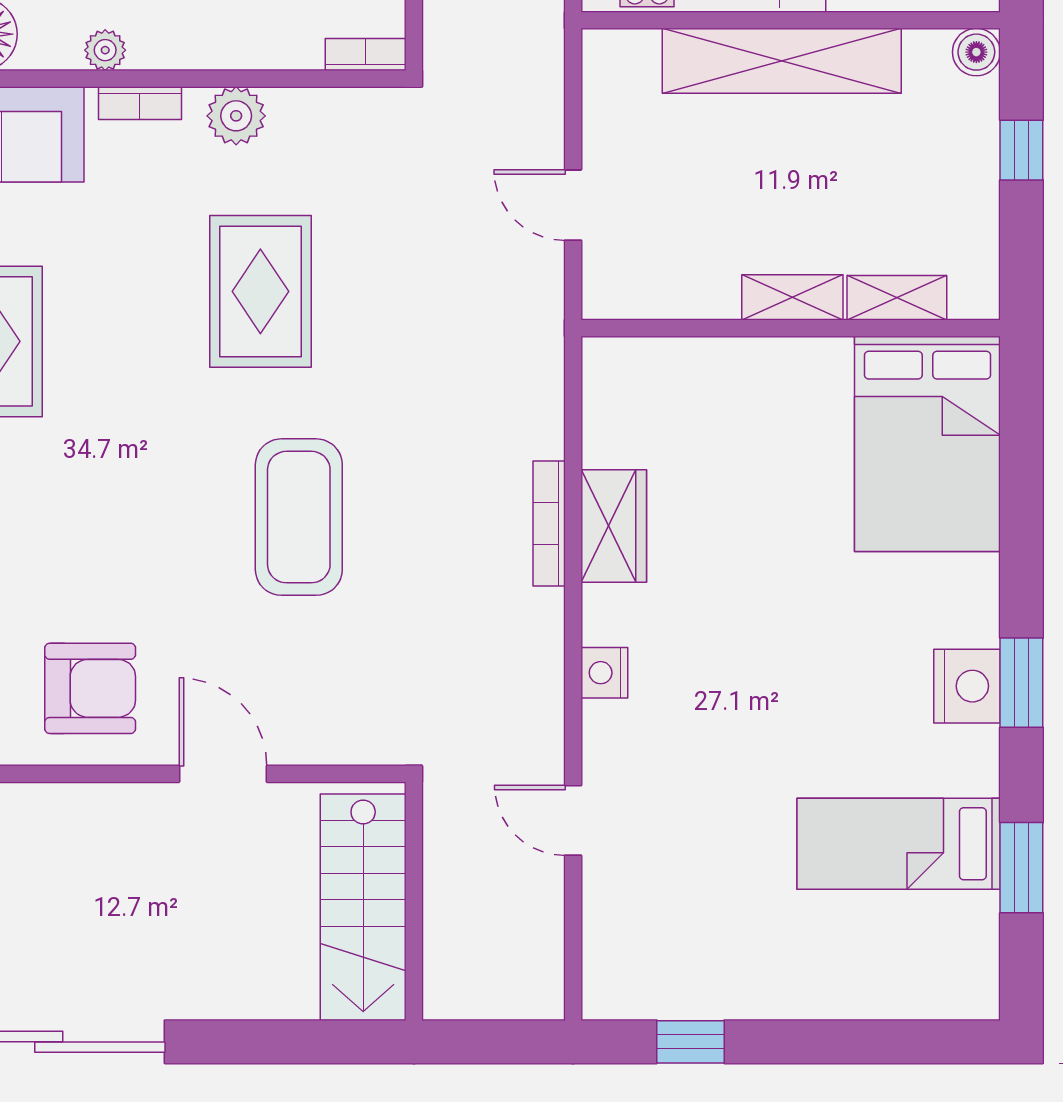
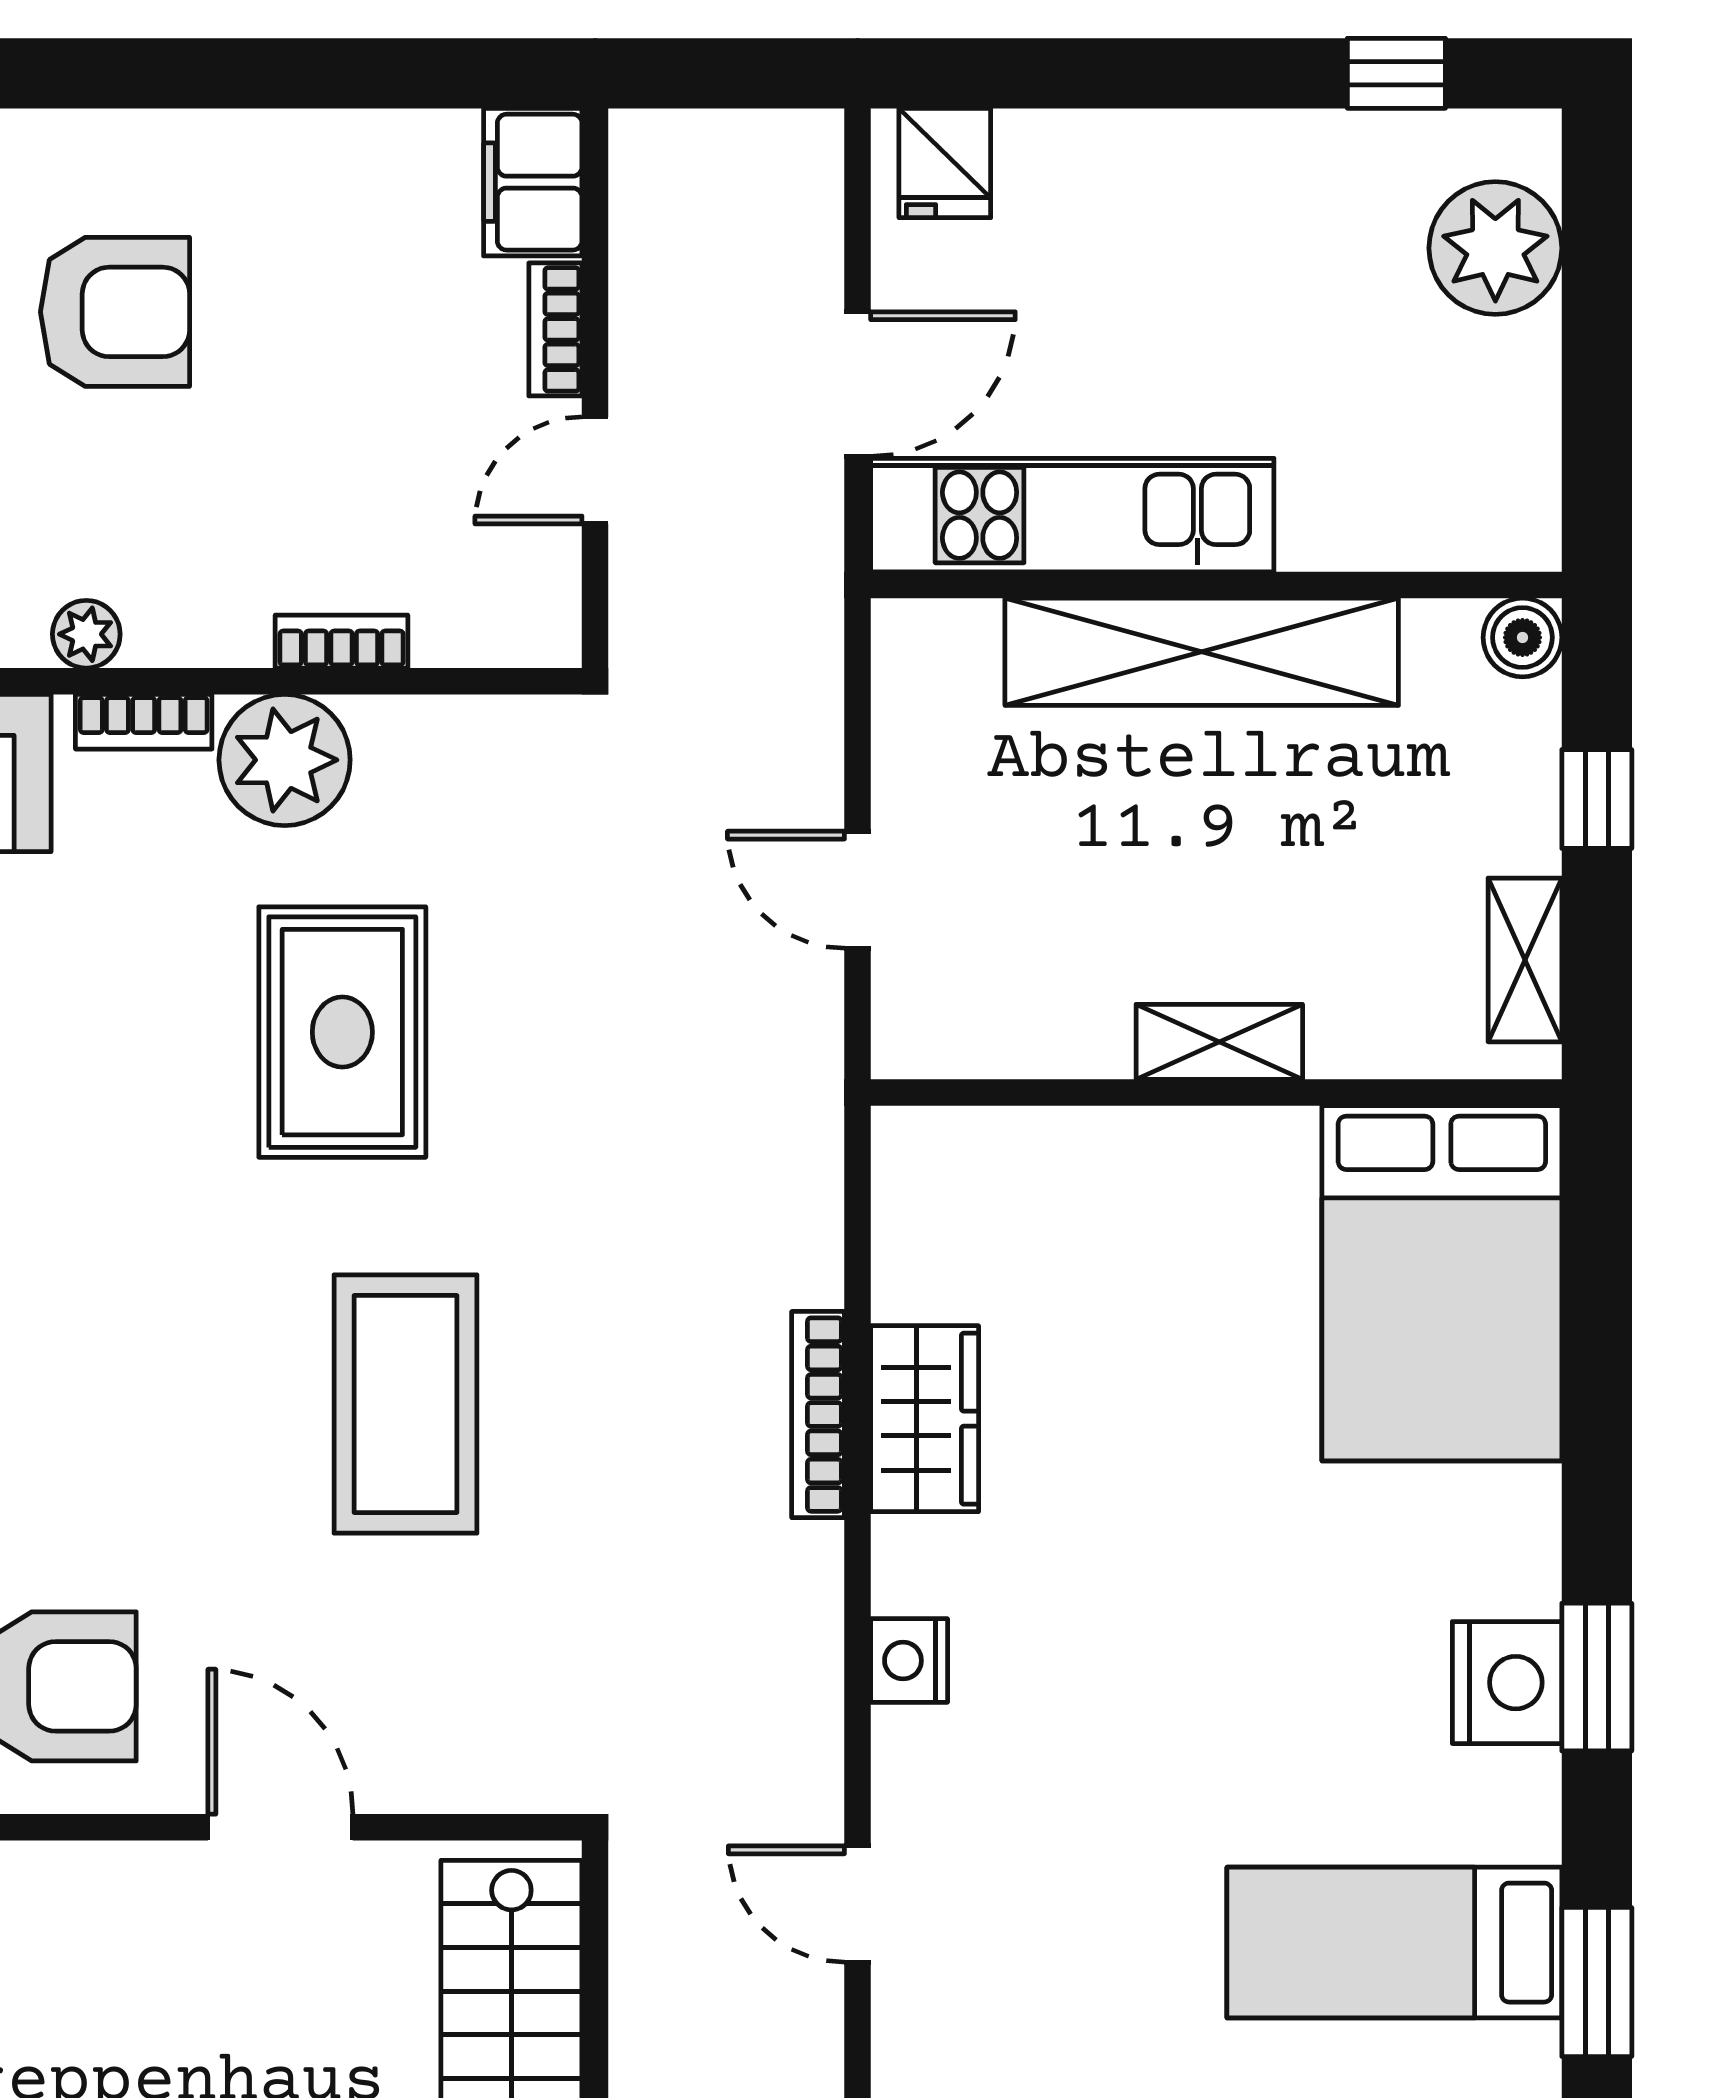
bookcase: (366, 55) -> (342, 642), moved
plant: (236, 116) -> (285, 760), width x1.36, depth x1.36
shelving: (897, 298) -> (1525, 960), moved, turned 90

